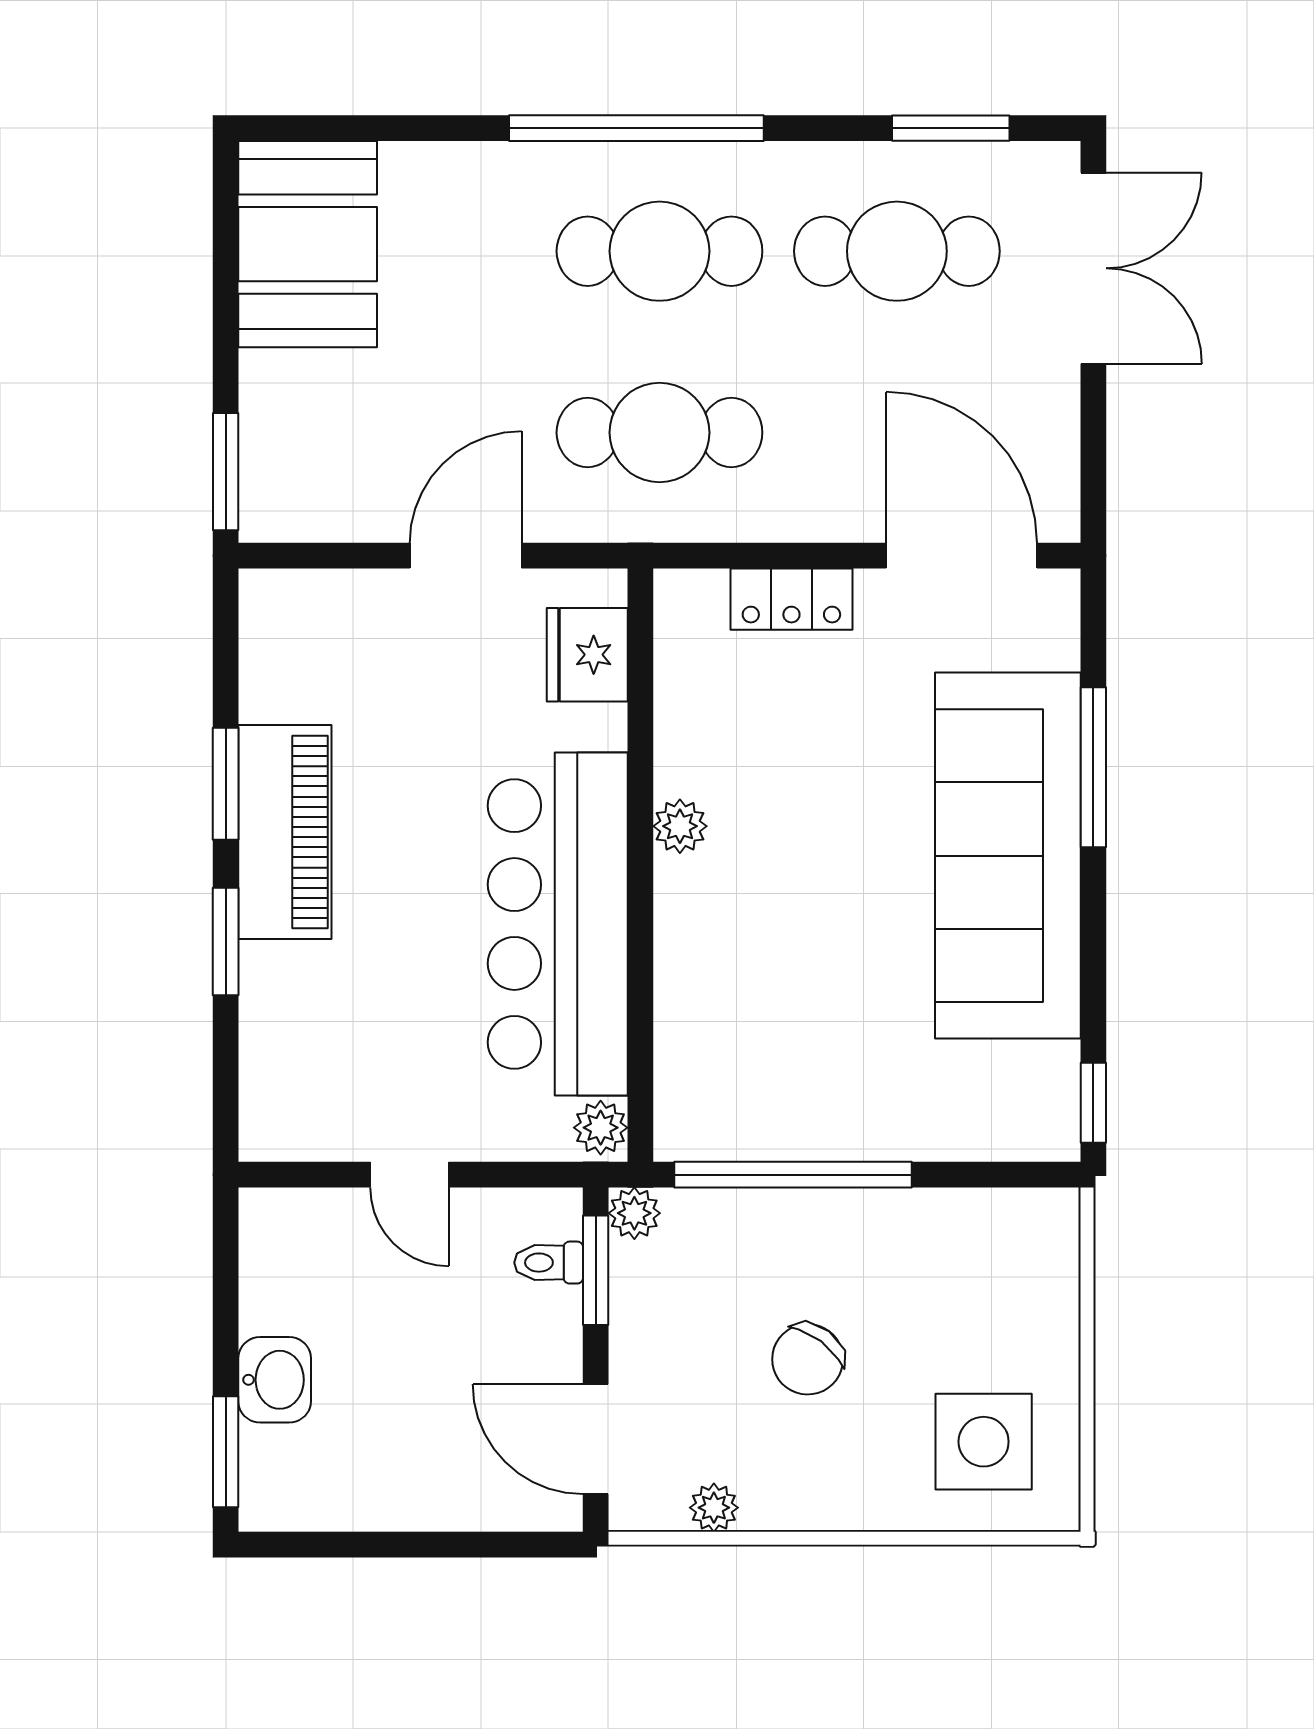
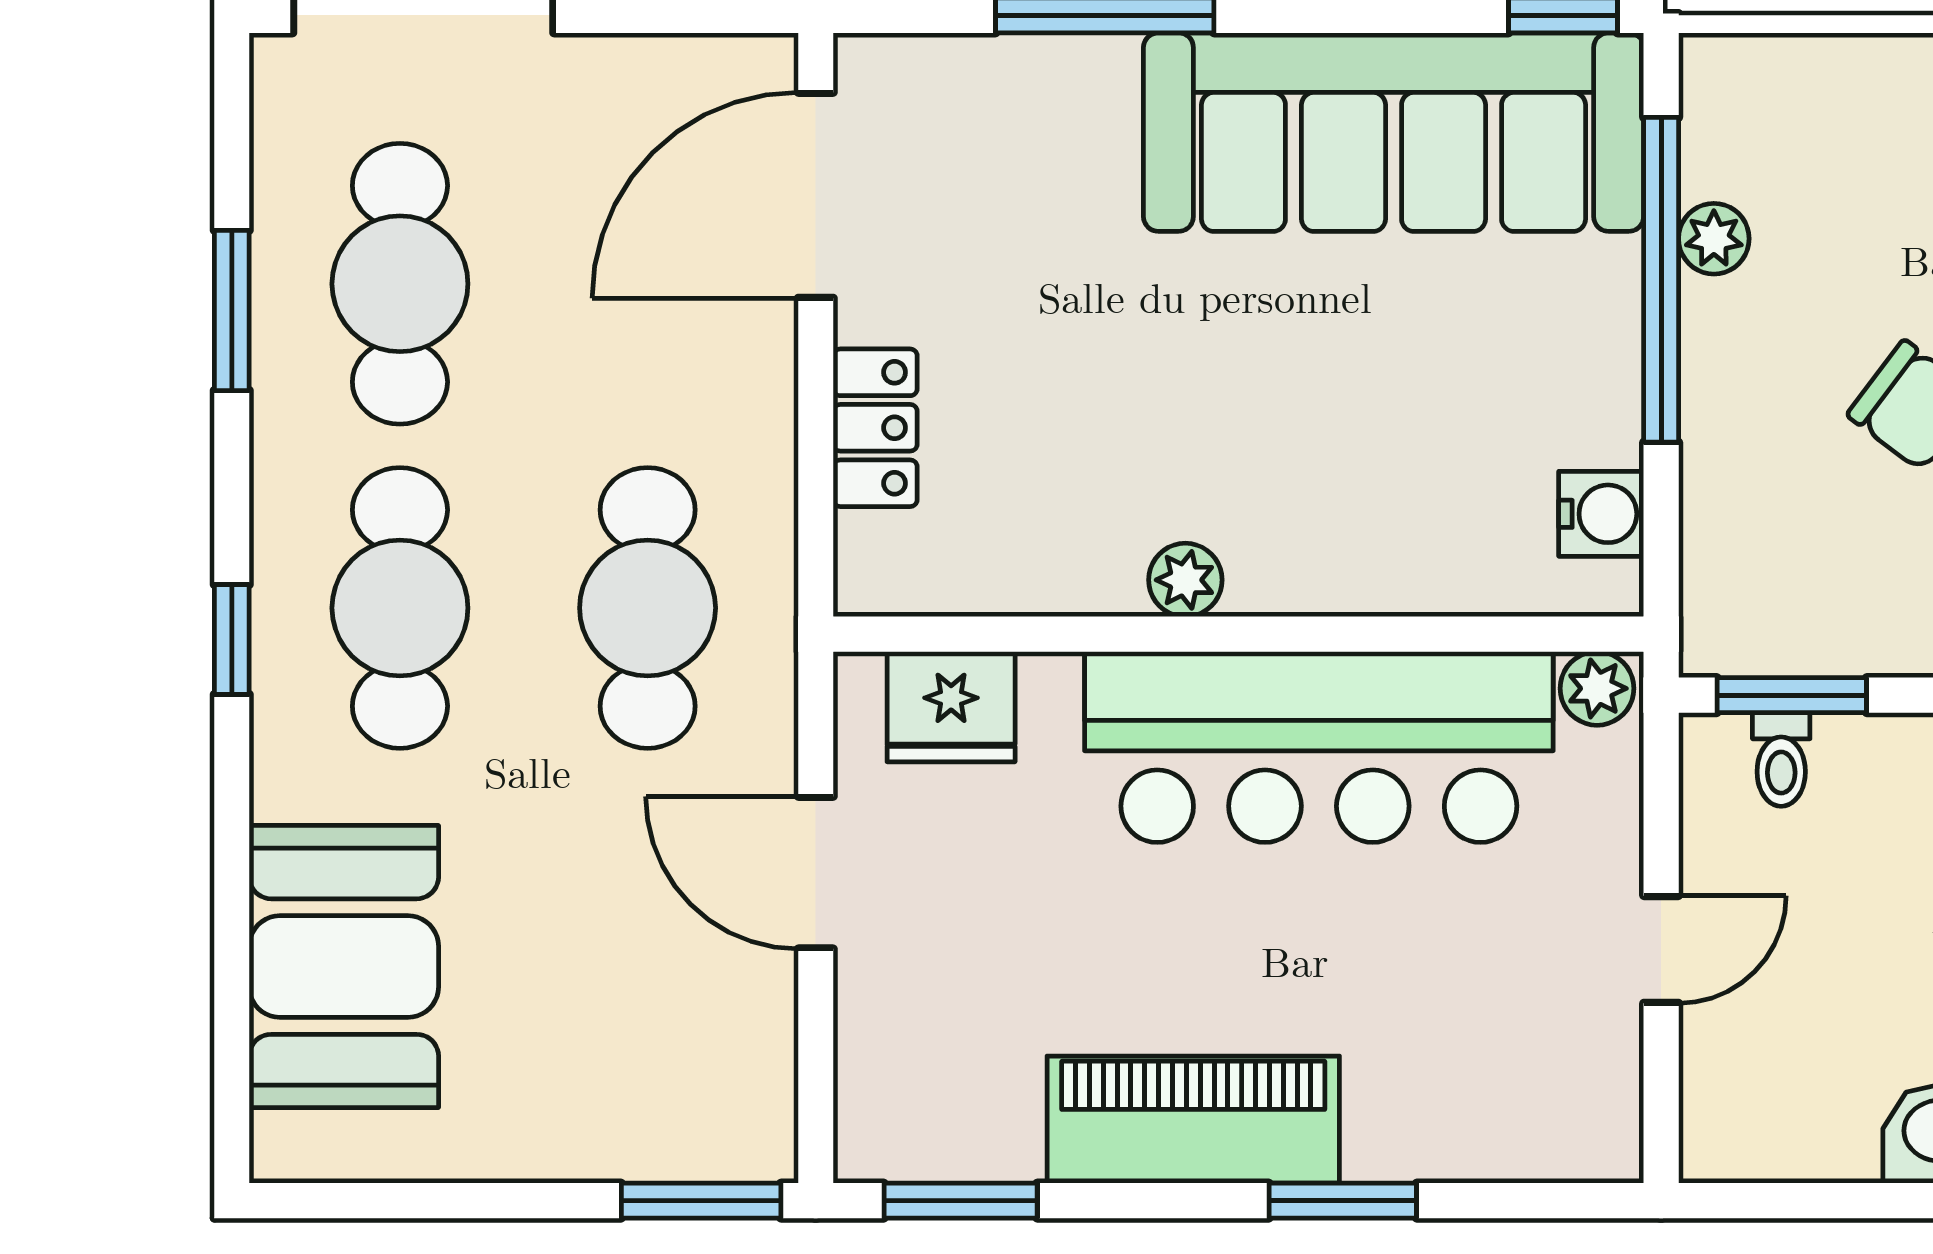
window: (636, 128) -> (232, 639), width x0.32
window: (951, 128) -> (232, 310), moved
booth: (308, 244) -> (344, 967), moved, turned 90
window: (226, 784) -> (961, 1201), moved
sofa: (1008, 856) -> (1394, 132), moved
water cooler: (728, 1131) -> (1601, 514), added
window: (793, 1175) -> (1661, 280), moved
plant: (634, 1213) -> (1714, 239), moved

